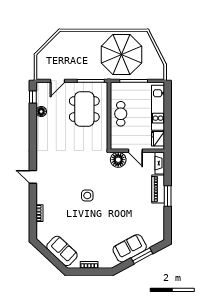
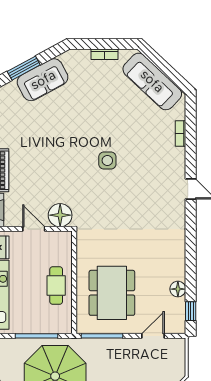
sofa: (62, 251) -> (152, 81), width x1.36

